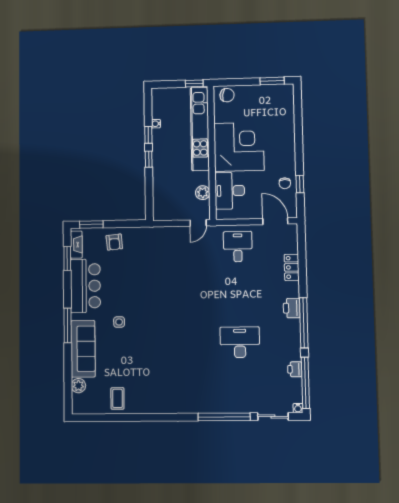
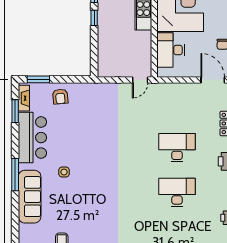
plant: (203, 193) -> (145, 51), removed
desk: (238, 247) -> (177, 148), moved, width x1.37
plant: (78, 386) -> (25, 231), removed

